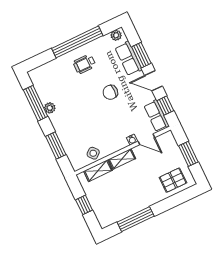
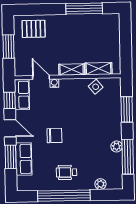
plant: (116, 35) -> (100, 184), moved
wheelchair: (84, 64) -> (66, 172), turned 180
window: (84, 205) -> (126, 43), removed

